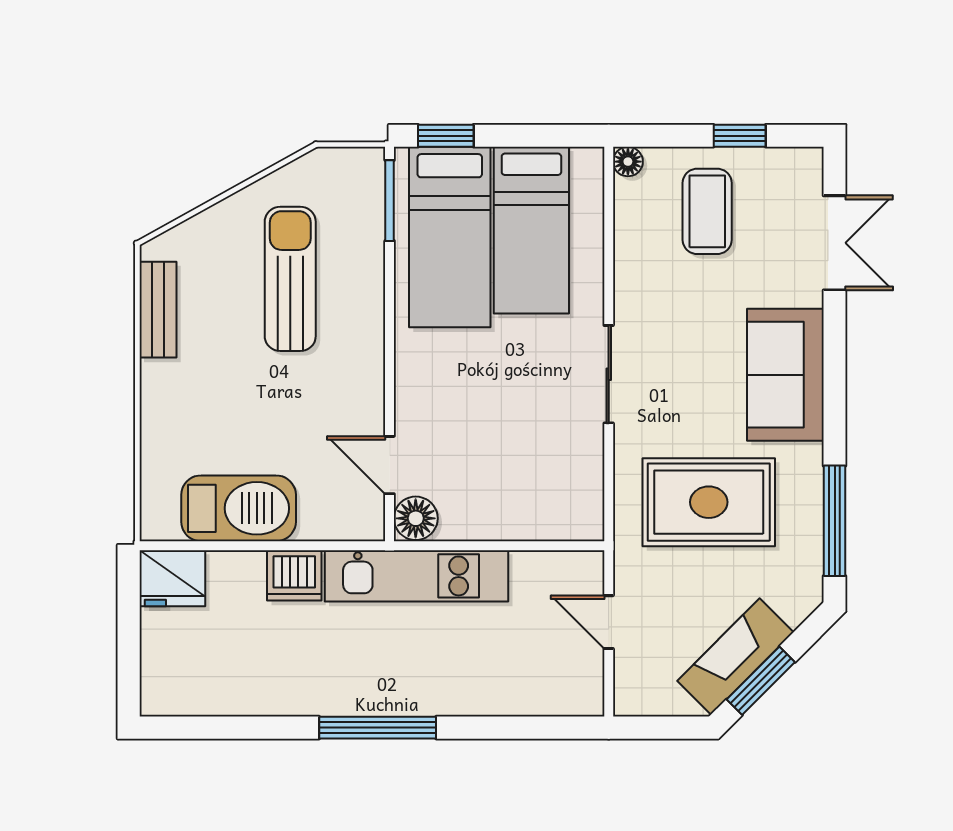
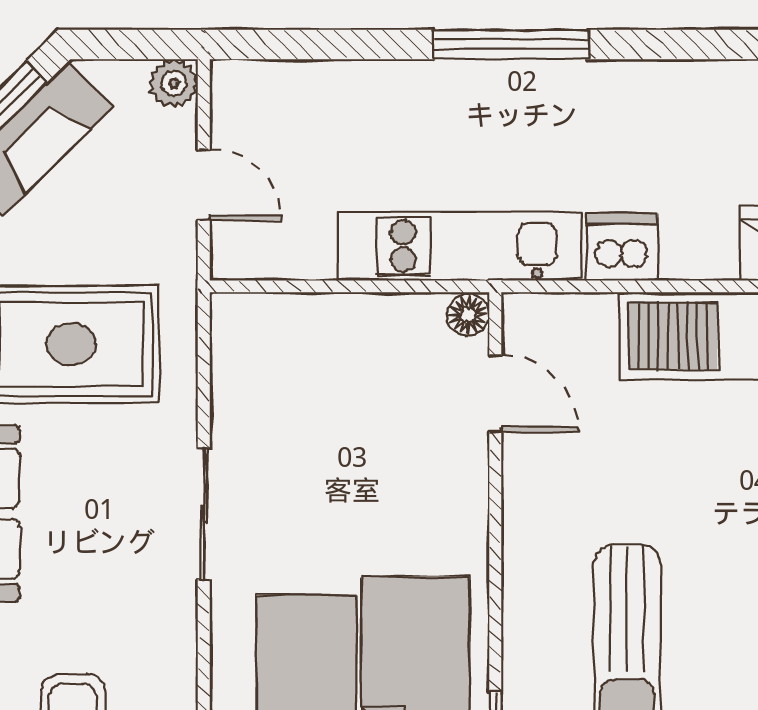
floor lamp: (416, 518) -> (468, 315), width x0.73, depth x0.73
plant: (631, 698) -> (174, 83), added

